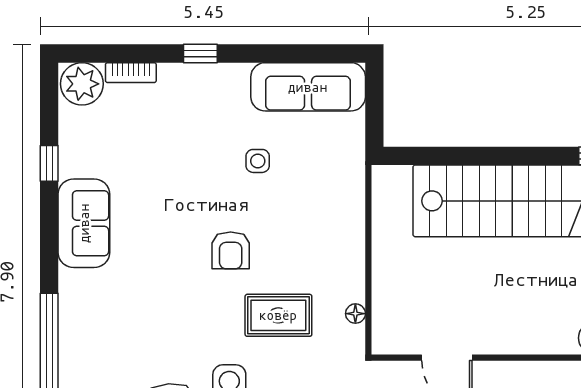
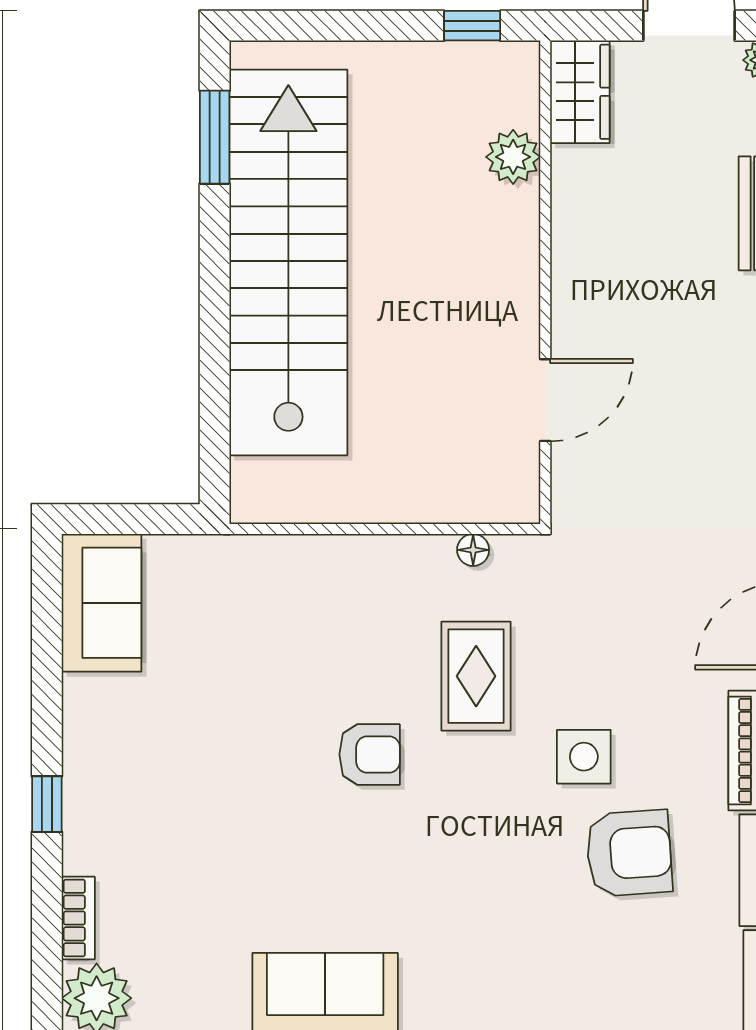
sofa: (308, 87) -> (102, 603), width x0.73
side table: (258, 161) -> (223, 710), removed

